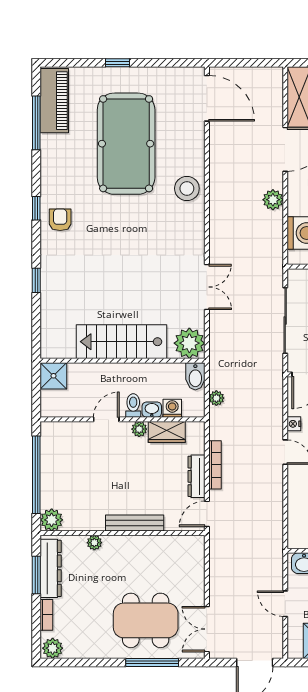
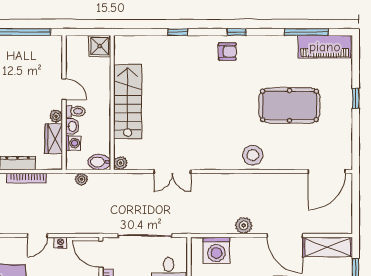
pool table: (126, 144) -> (289, 105), width x0.73, depth x0.76
plant: (189, 343) -> (120, 163), width x0.53, depth x0.53

